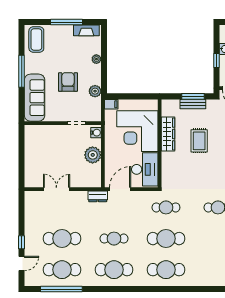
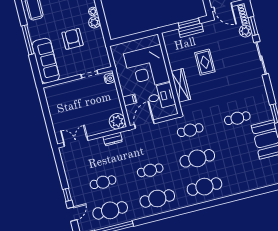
plant: (95, 91) -> (94, 22), moved
filing cabinet: (111, 104) -> (130, 100), moved
wardrobe: (168, 134) -> (181, 85), moved
plant: (93, 155) -> (117, 121), moved
desk: (145, 169) -> (161, 96), width x0.73
double door: (56, 189) -> (76, 141), moved
dresser: (98, 196) -> (113, 139), moved
cafe table: (62, 239) -> (103, 182), width x0.73, depth x0.74

